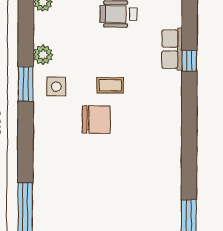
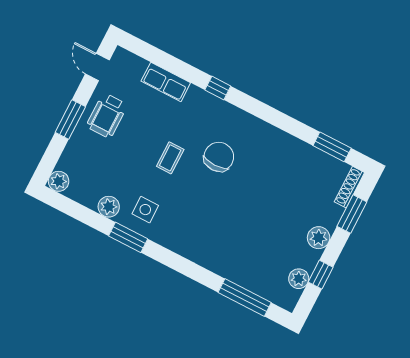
window: (189, 61) -> (218, 88), moved
chair: (96, 119) -> (219, 157), moved

